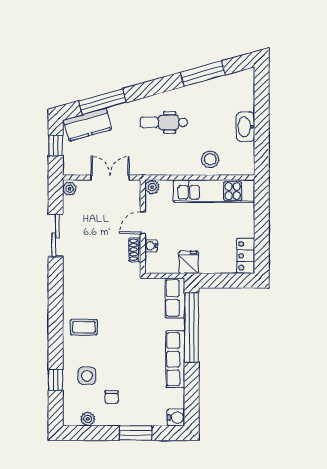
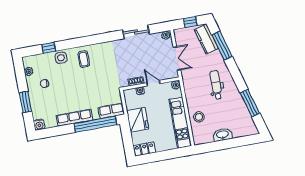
fridge: (189, 262) -> (138, 120), width x1.88, depth x1.34
side table: (87, 376) -> (61, 58), moved

